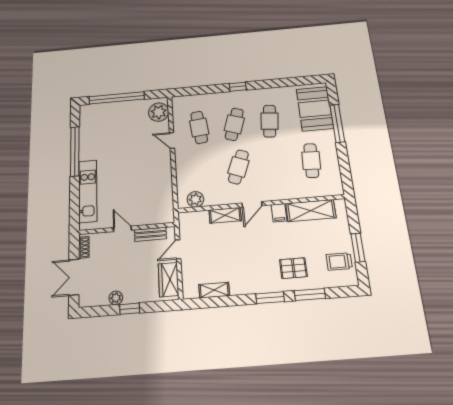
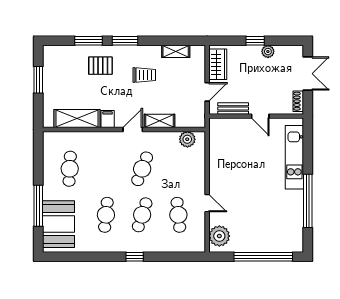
trolley: (339, 261) -> (144, 75), moved

